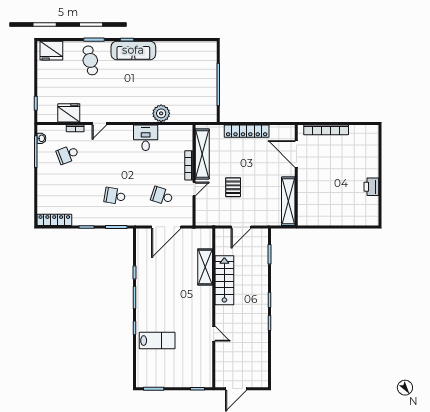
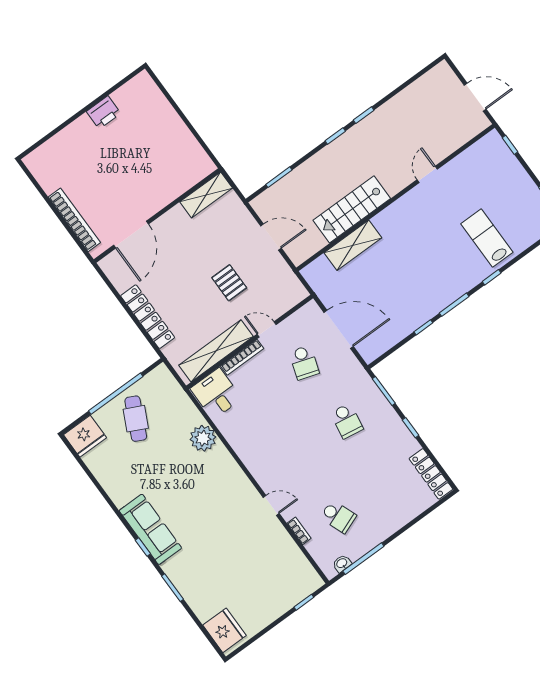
cafe table: (90, 60) -> (136, 419), moved, turned -52
fridge: (69, 113) -> (85, 436), moved, turned -90
desk: (146, 138) -> (216, 394), moved, turned 90
pallet: (233, 187) -> (229, 283), turned 90
shelving: (288, 201) -> (206, 195), width x0.68

